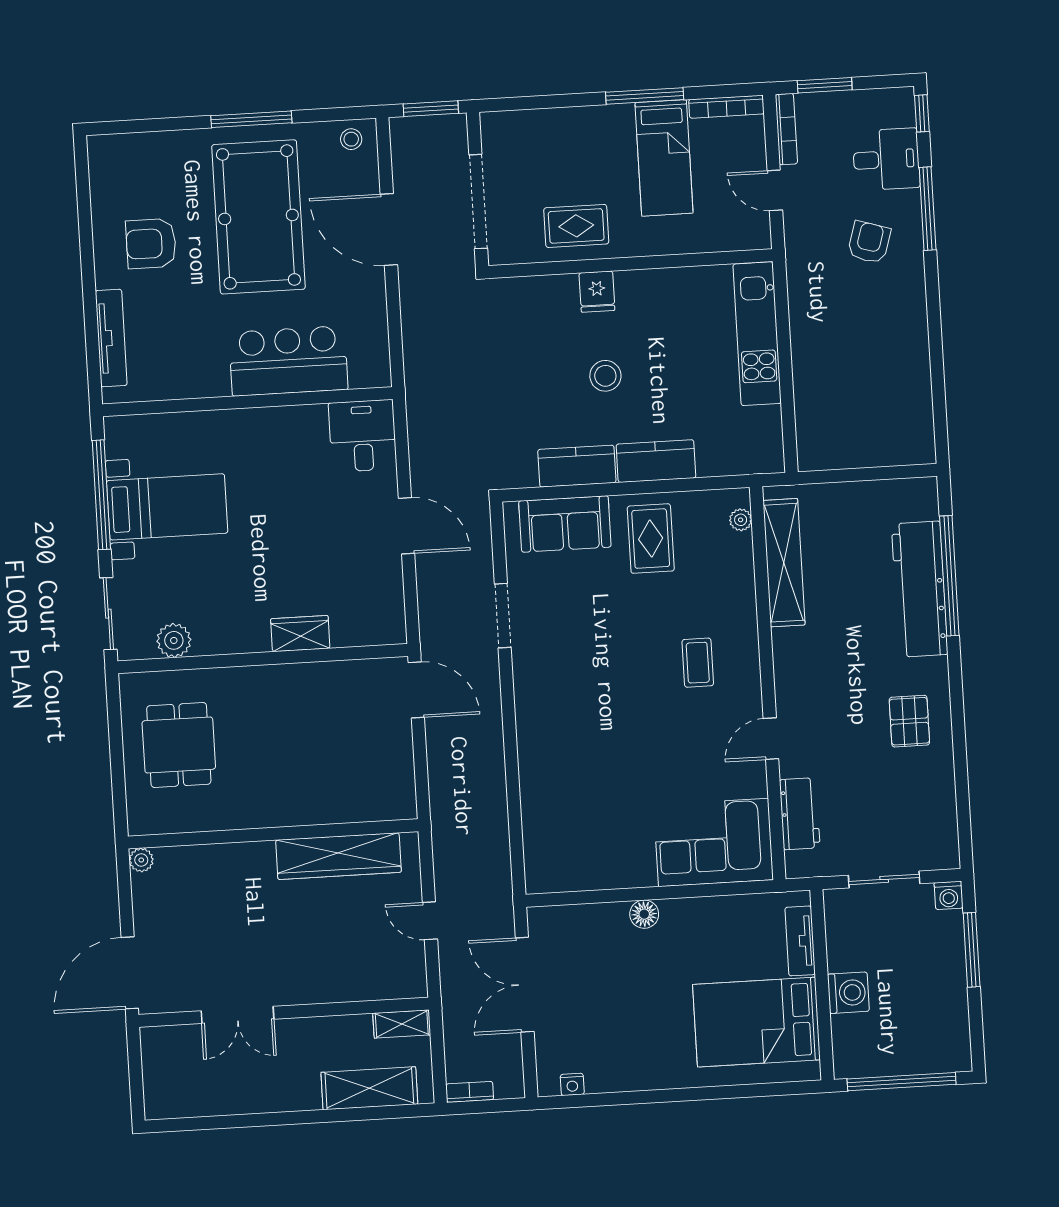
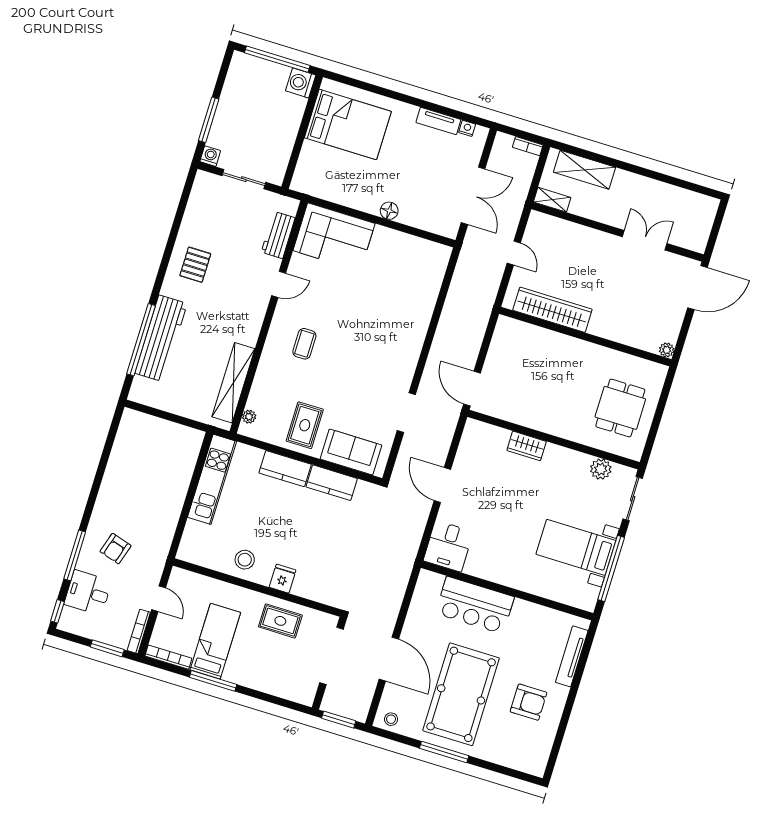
kitchen unit: (757, 334) -> (212, 479), moved
stool: (605, 376) -> (245, 560), moved
tv unit: (800, 941) -> (438, 121), moved, turned 90
washing machine: (848, 993) -> (301, 83), moved

